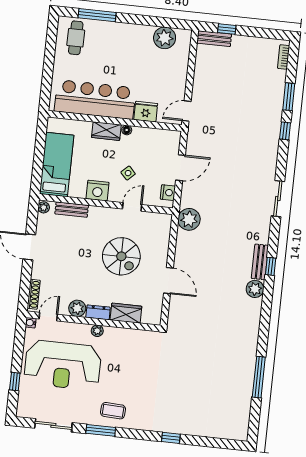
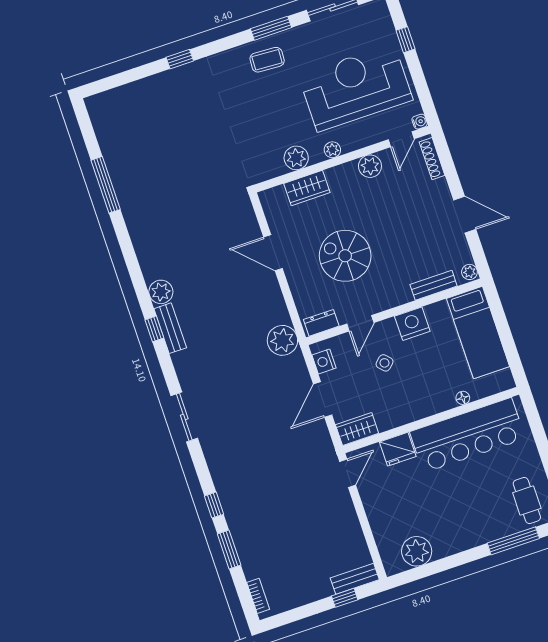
floor lamp: (127, 130) -> (463, 398), moved
wardrobe: (106, 131) -> (357, 429), moved
dresser: (98, 312) -> (321, 323), moved, turned 180
plant: (124, 336) -> (296, 158), added

